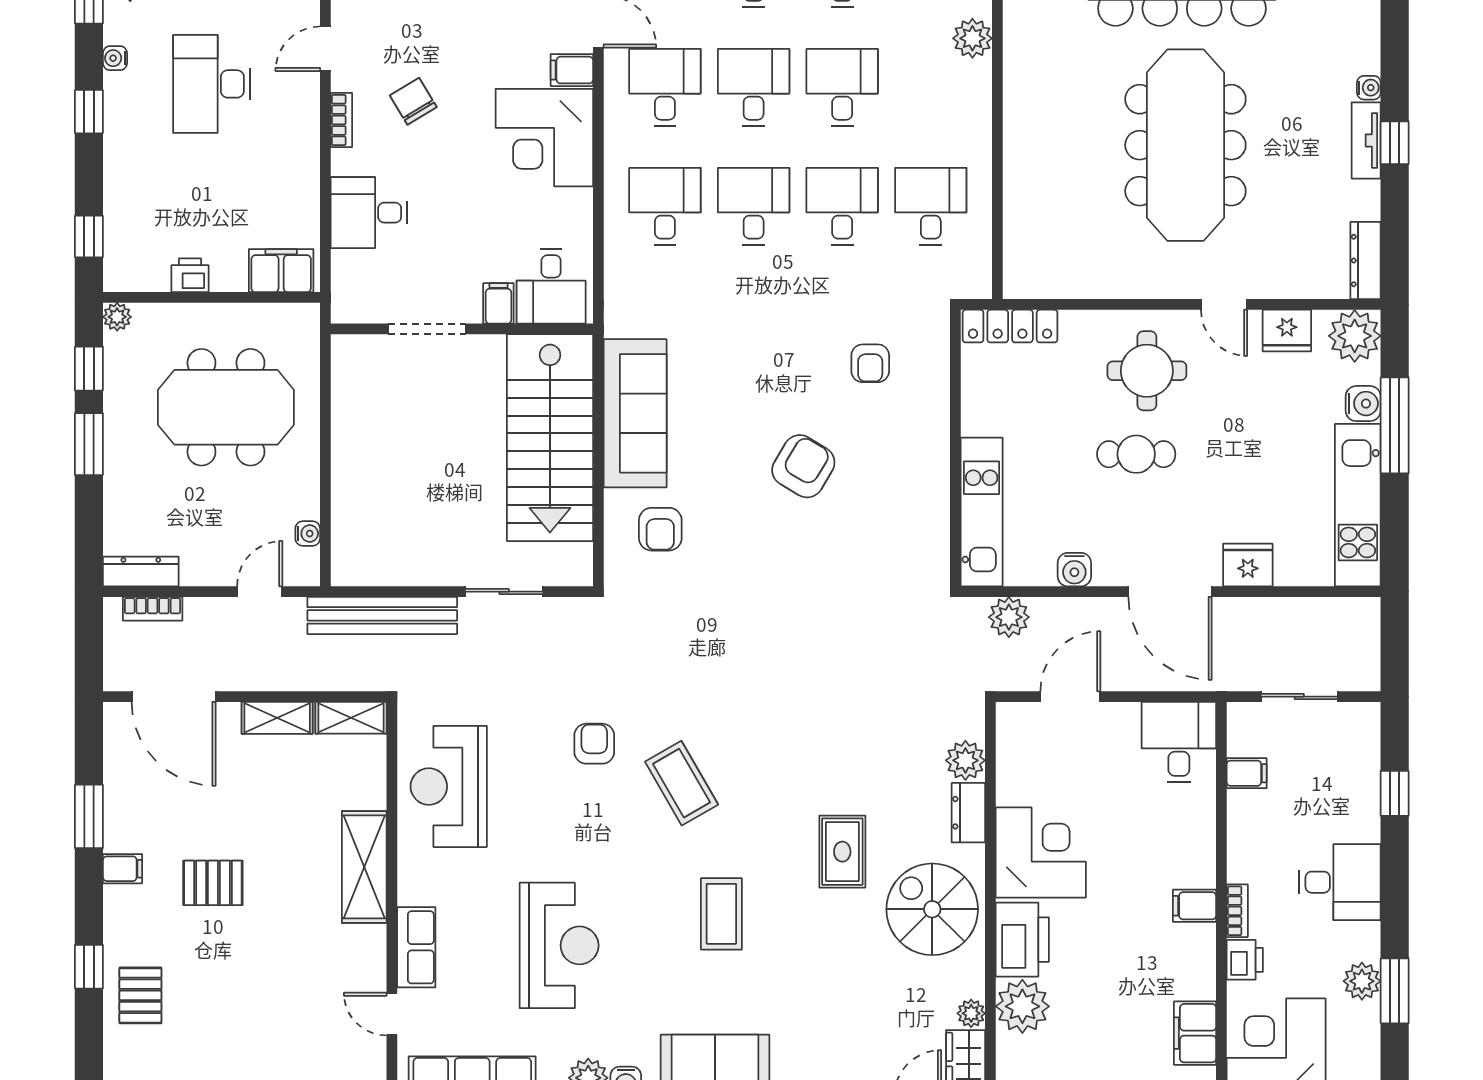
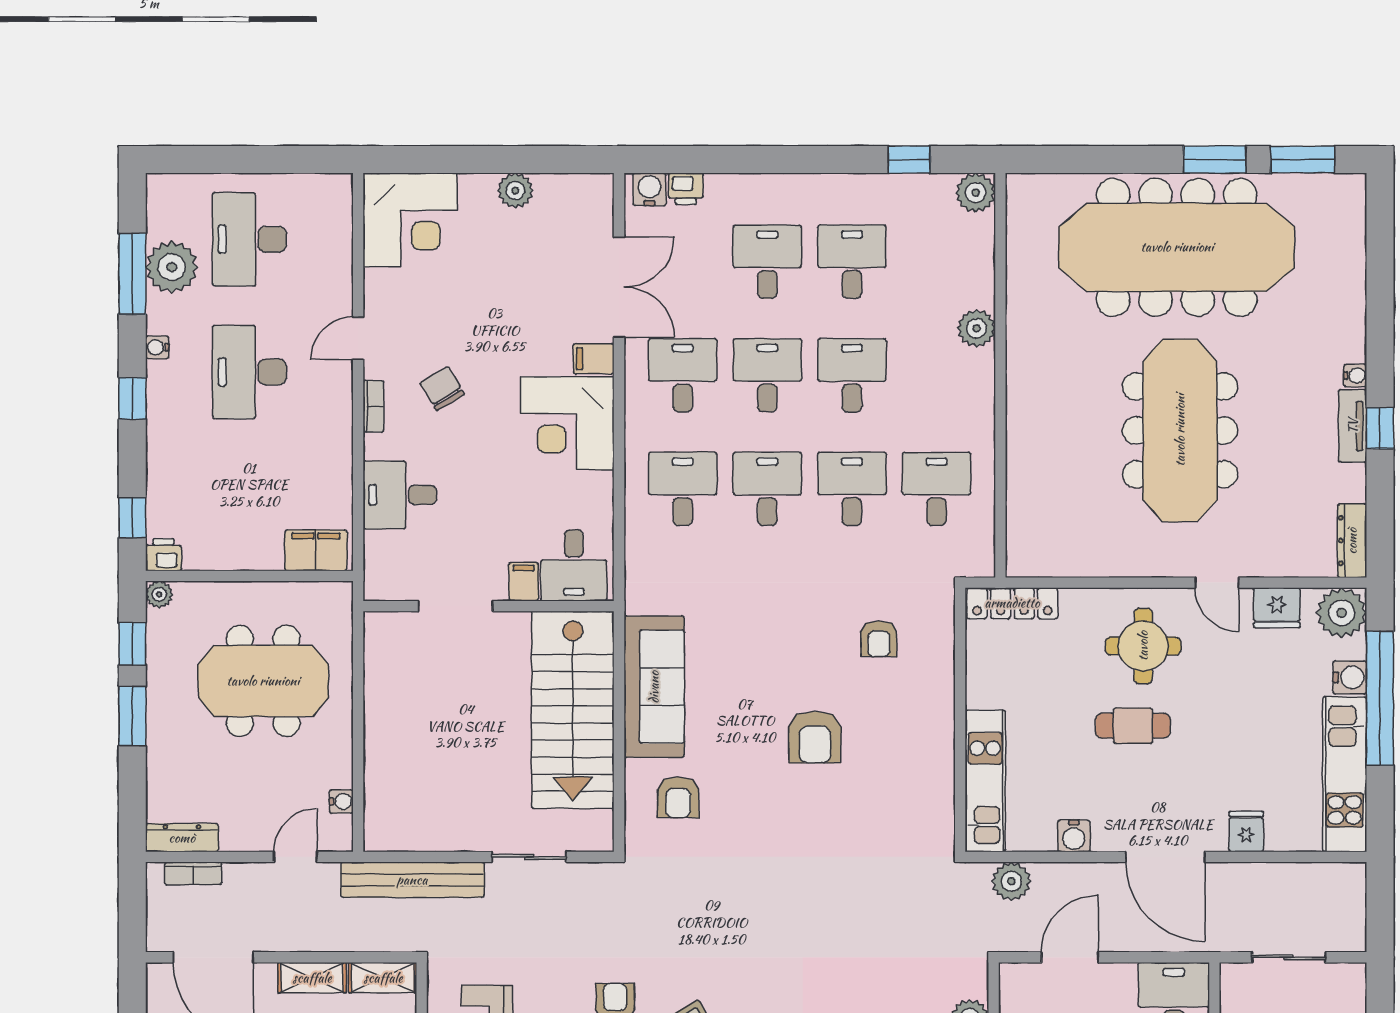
printer: (190, 275) -> (163, 555), moved
window: (1395, 425) -> (1380, 698), width x1.46
armchair: (803, 466) -> (815, 737), turned 149
fridge: (1248, 565) -> (1246, 831), width x0.72

